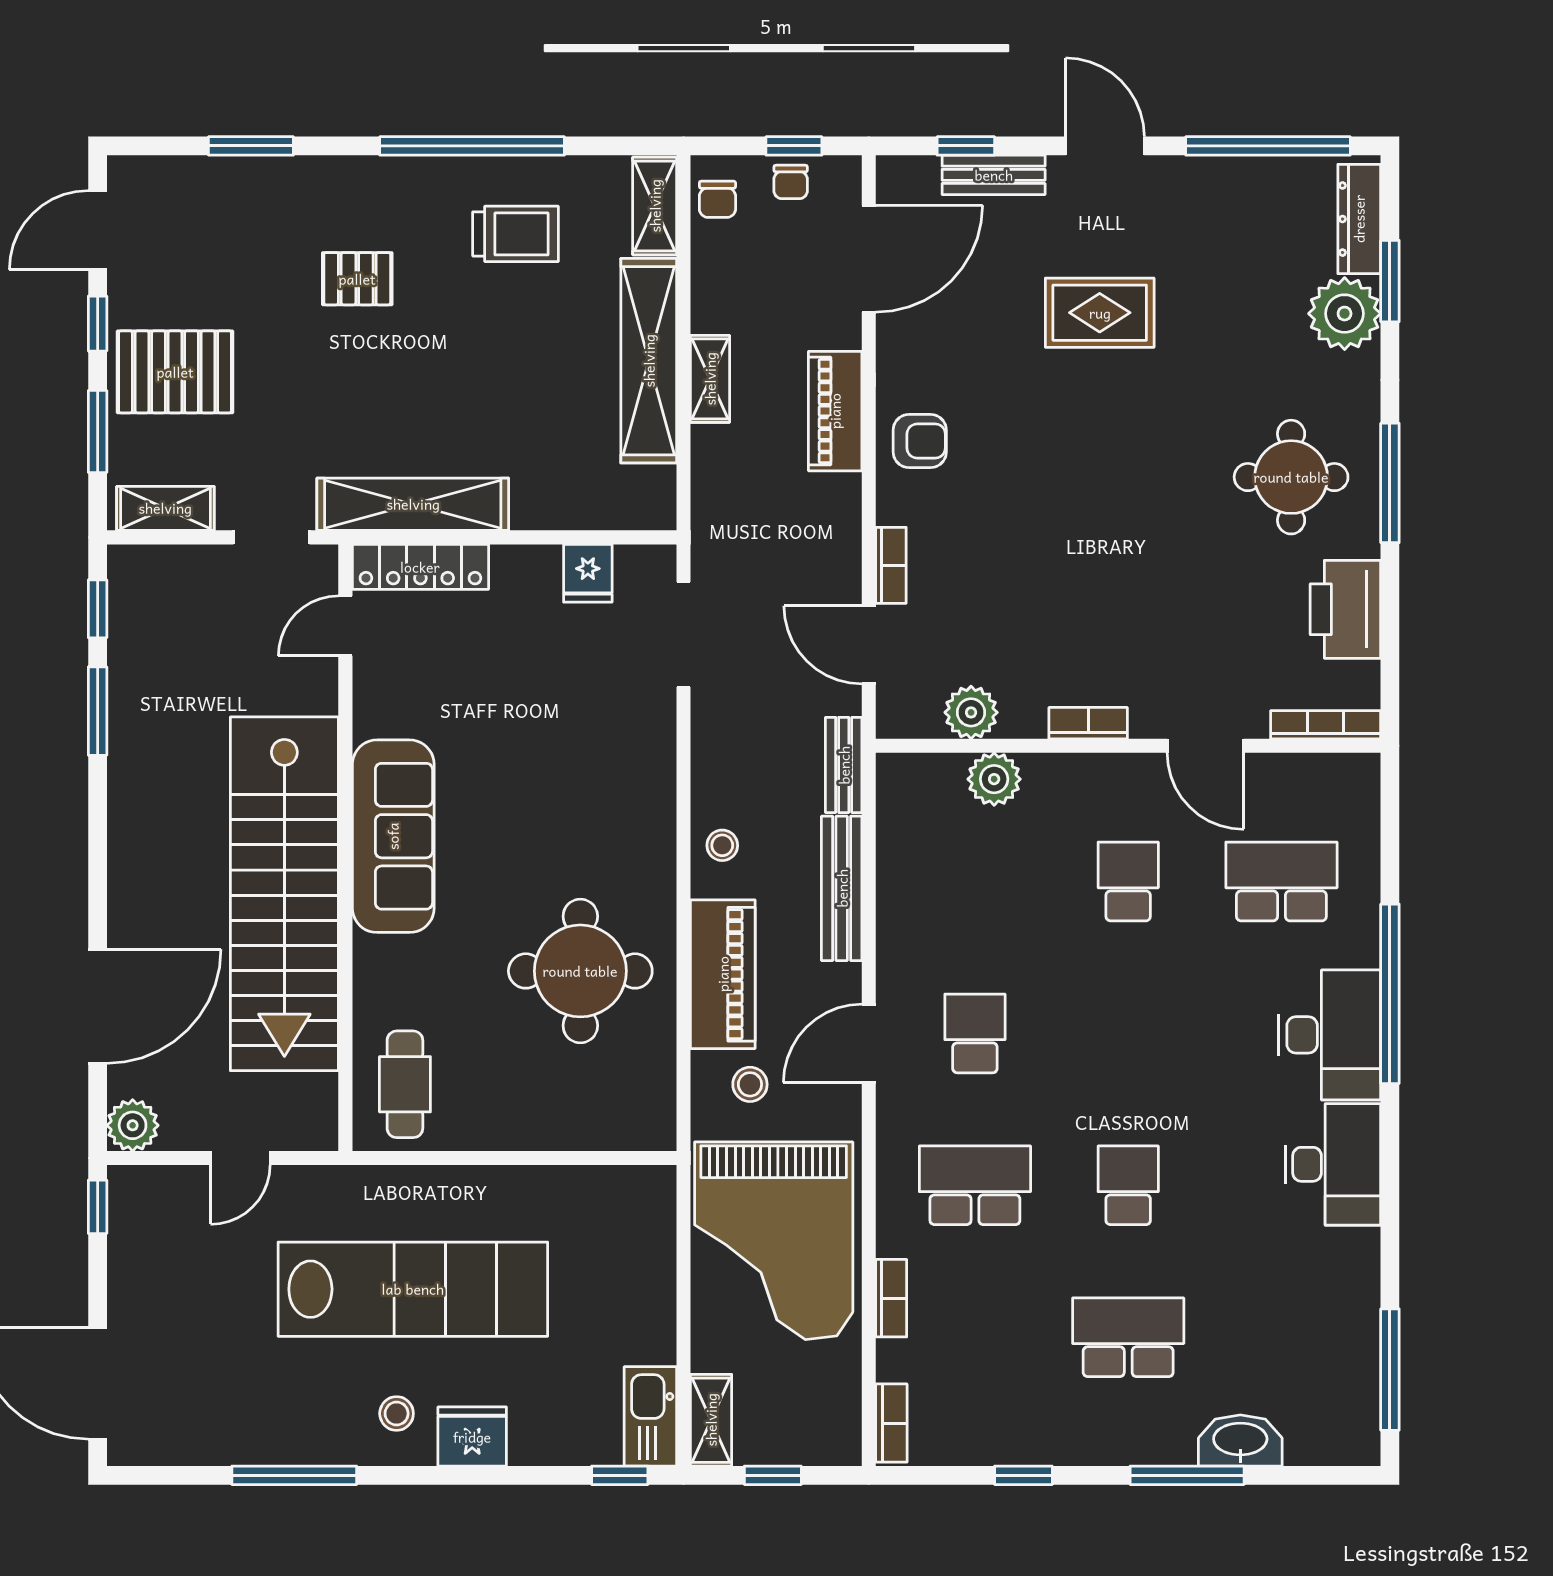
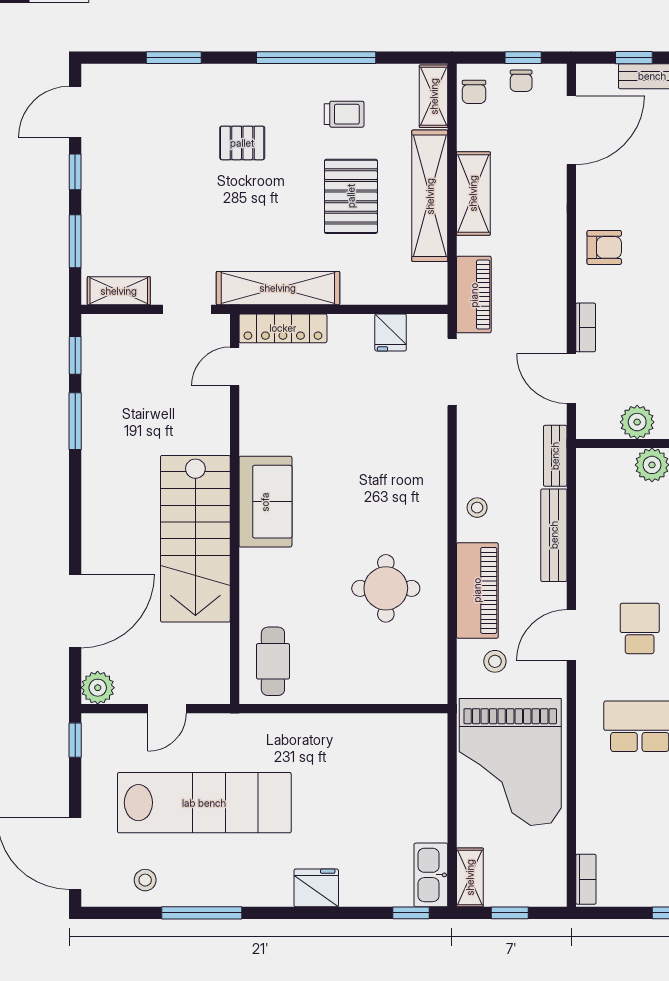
trolley: (515, 234) -> (344, 114), width x0.73, depth x0.72
pallet: (175, 372) -> (351, 196), moved, turned 90
shelving: (710, 379) -> (473, 193), width x1.50, depth x1.33
piano: (835, 411) -> (474, 295), moved, turned 180
sofa: (393, 836) -> (265, 502), width x0.73
stairs: (284, 894) -> (195, 539), width x0.73
round table: (580, 971) -> (386, 588), width x0.73, depth x0.73
lab bench: (413, 1289) -> (204, 803), moved
bookcase: (891, 1298) -> (586, 799), removed
stool: (397, 1414) -> (145, 880), moved

